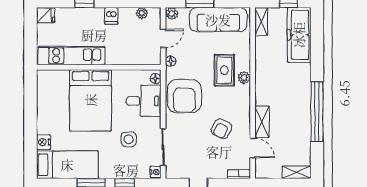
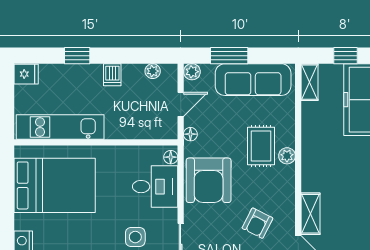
bed: (91, 100) -> (55, 185), moved, turned -90

